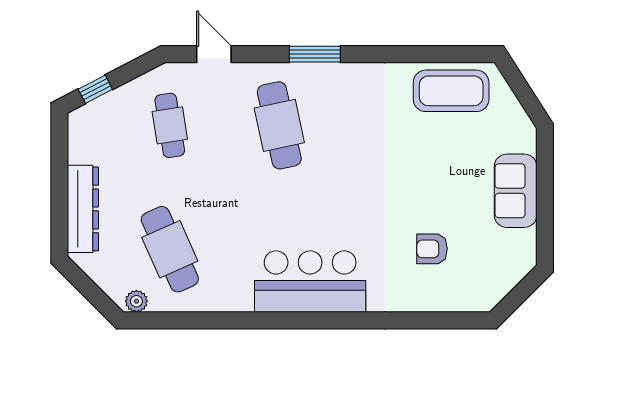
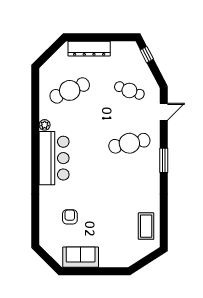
coffee table: (451, 91) -> (146, 226), width x0.73, depth x0.76
cafe table: (170, 125) -> (129, 90), turned 30
sofa: (516, 191) -> (81, 257), moved
plant: (136, 301) -> (45, 125), moved

